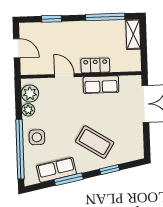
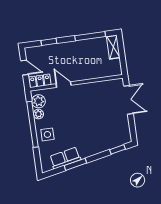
locker: (95, 65) -> (40, 81), moved
row of seats: (101, 85) -> (93, 89), removed
coffee table: (95, 142) -> (92, 133), removed
window: (20, 149) -> (32, 124), moved
window: (110, 170) -> (118, 149), moved

